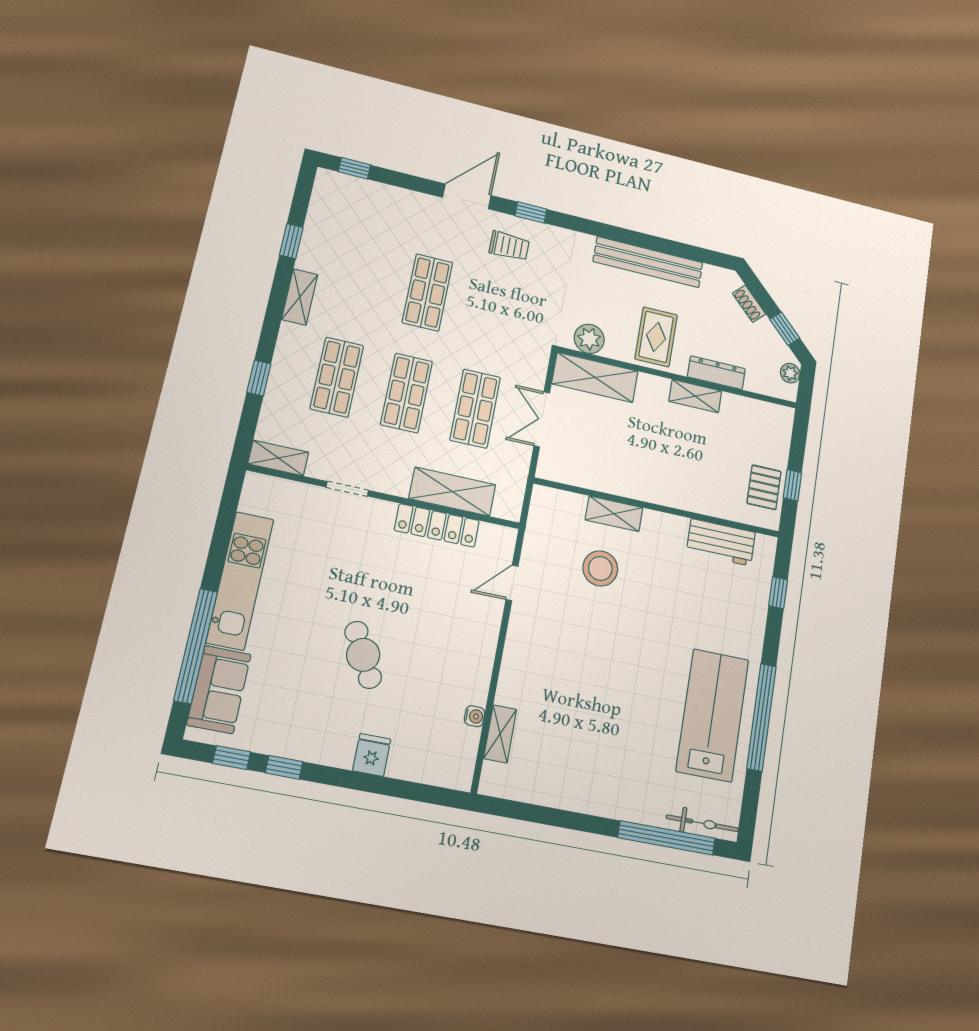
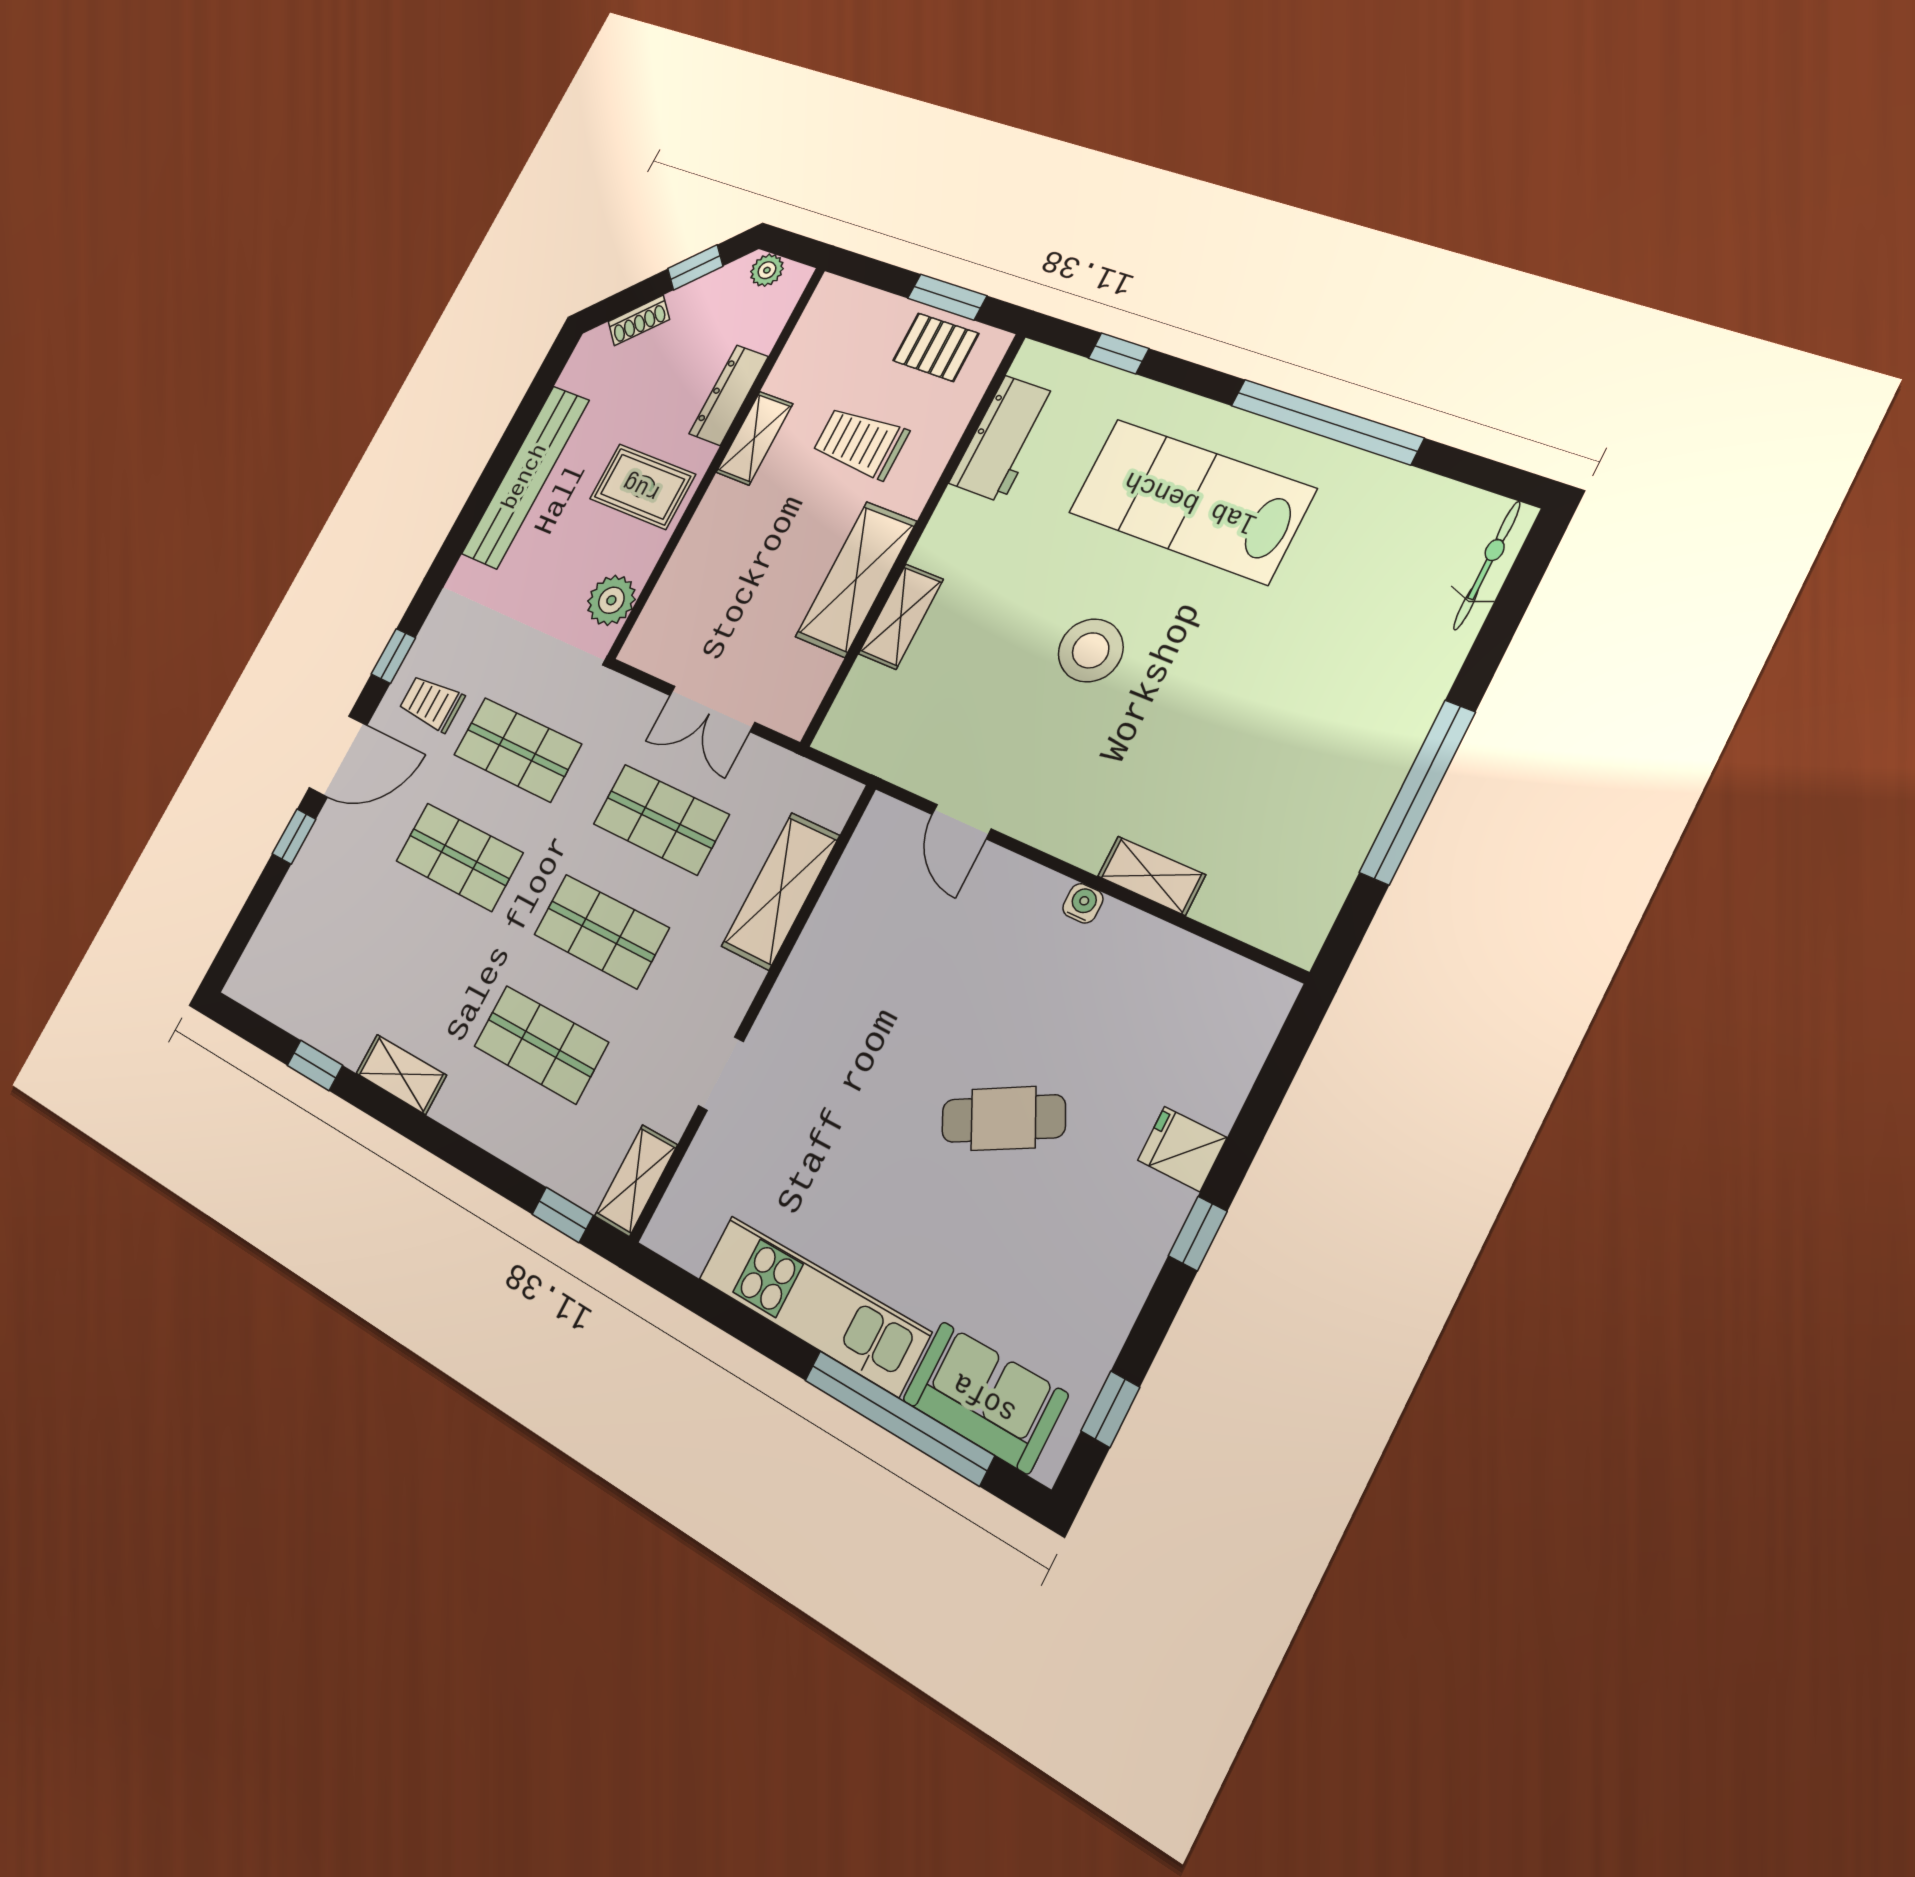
window: (354, 168) -> (294, 837), moved
door: (467, 196) -> (338, 756), swing flipped
trolley: (509, 246) -> (432, 703), turned -90
shop shelf: (495, 308) -> (517, 749), added
shelving: (595, 377) -> (856, 579), moved
window: (259, 378) -> (562, 1215), moved
trolley: (704, 460) -> (860, 443), added
window: (793, 485) -> (947, 297), width x1.50
locker: (437, 525) -> (827, 932), removed
stool: (600, 568) -> (1091, 650), moved
lab bench: (712, 715) -> (1191, 501), moved
water cooler: (475, 716) -> (1083, 903), moved
shelving: (500, 734) -> (1151, 876), moved
window: (284, 767) -> (1198, 1234), moved
window: (667, 838) -> (1417, 792), moved

